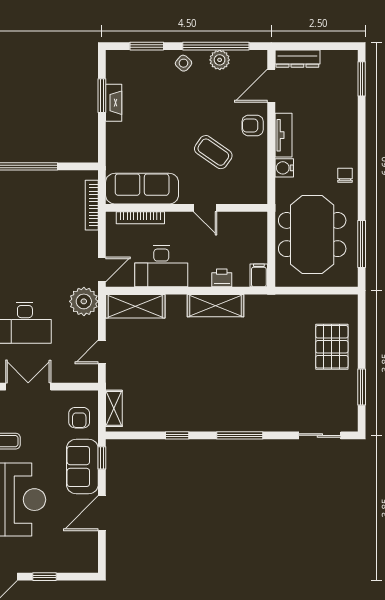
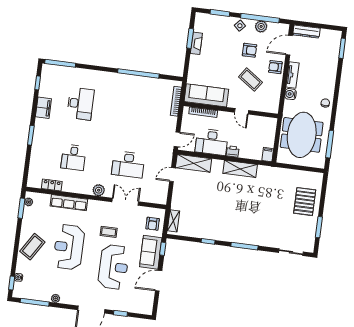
armchair: (205, 103) -> (250, 50), added
printer: (222, 278) -> (233, 152), moved
plant: (84, 301) -> (164, 157), removed
door: (102, 352) -> (172, 175), moved

